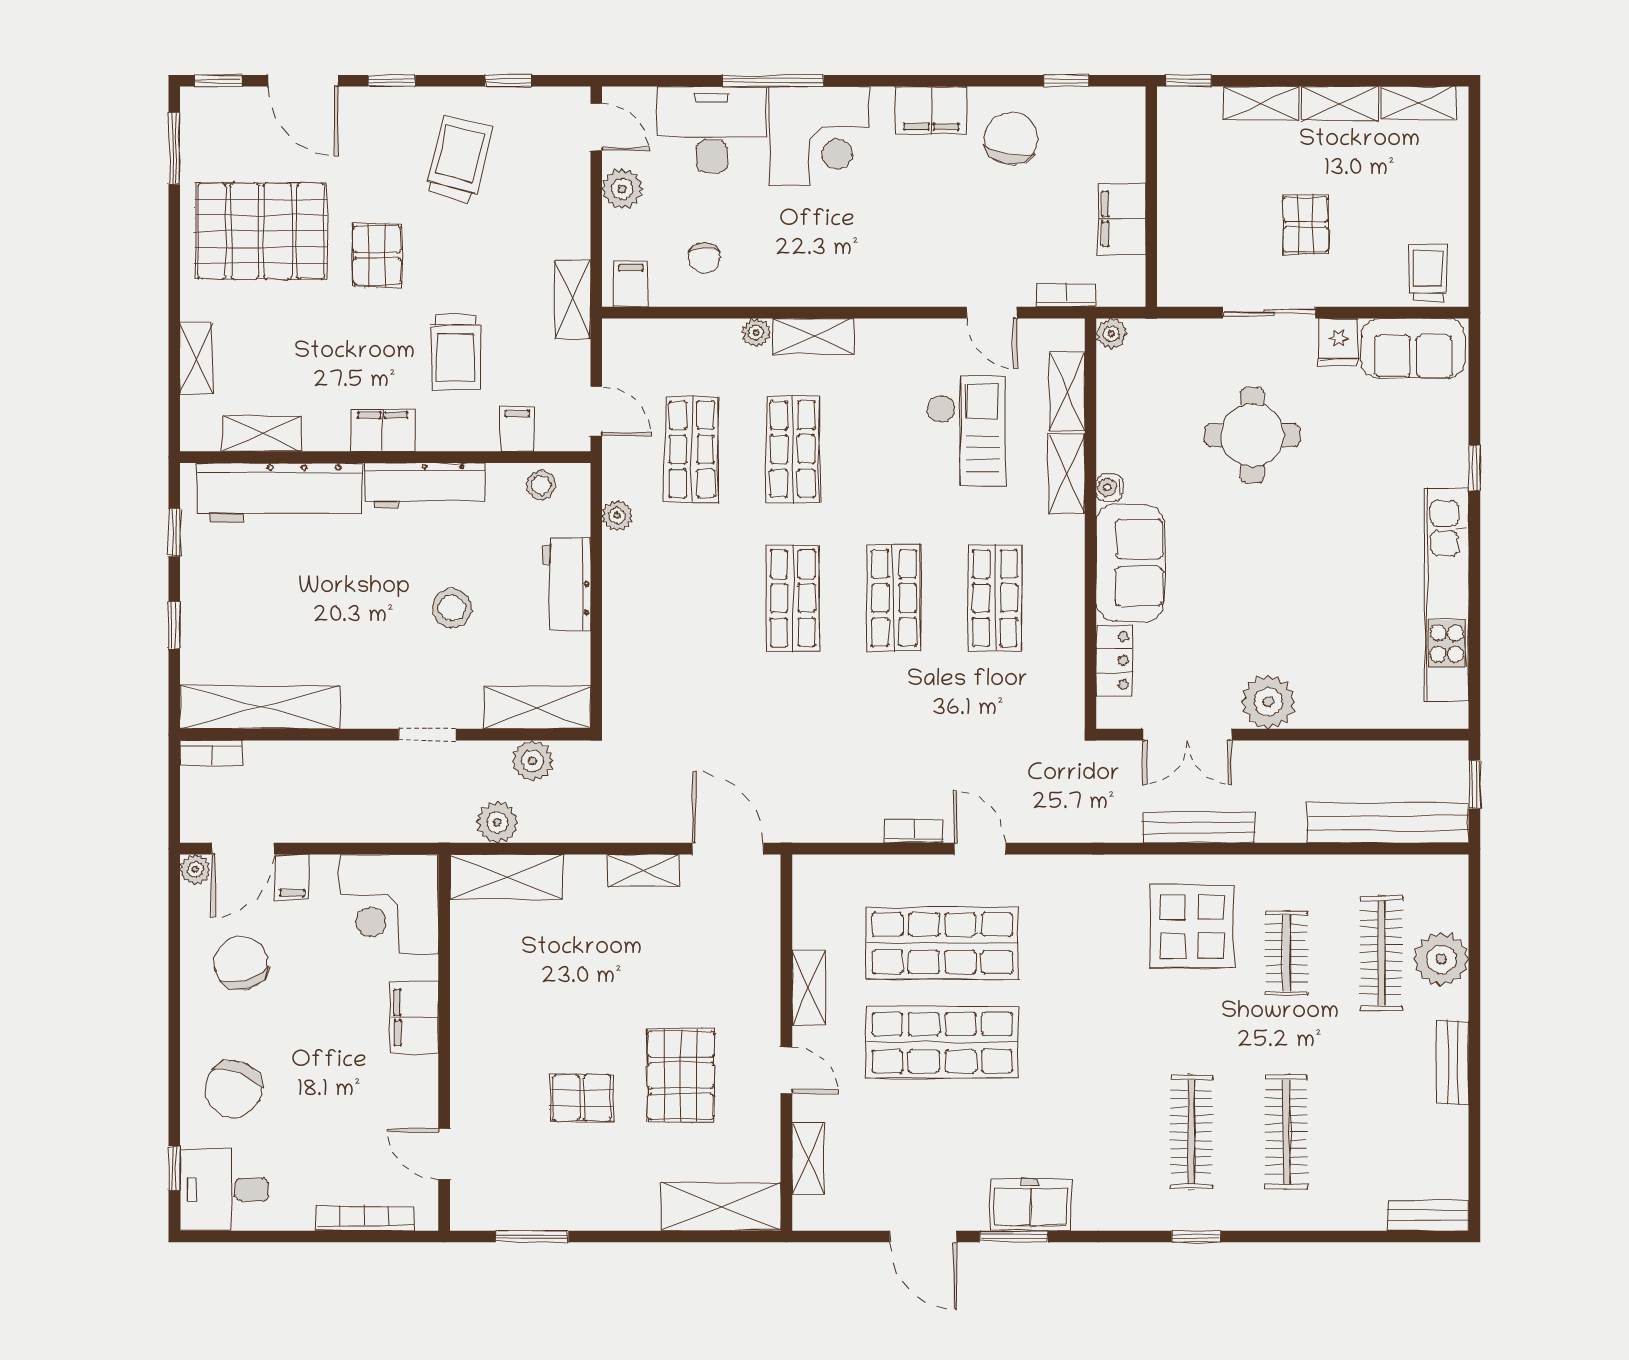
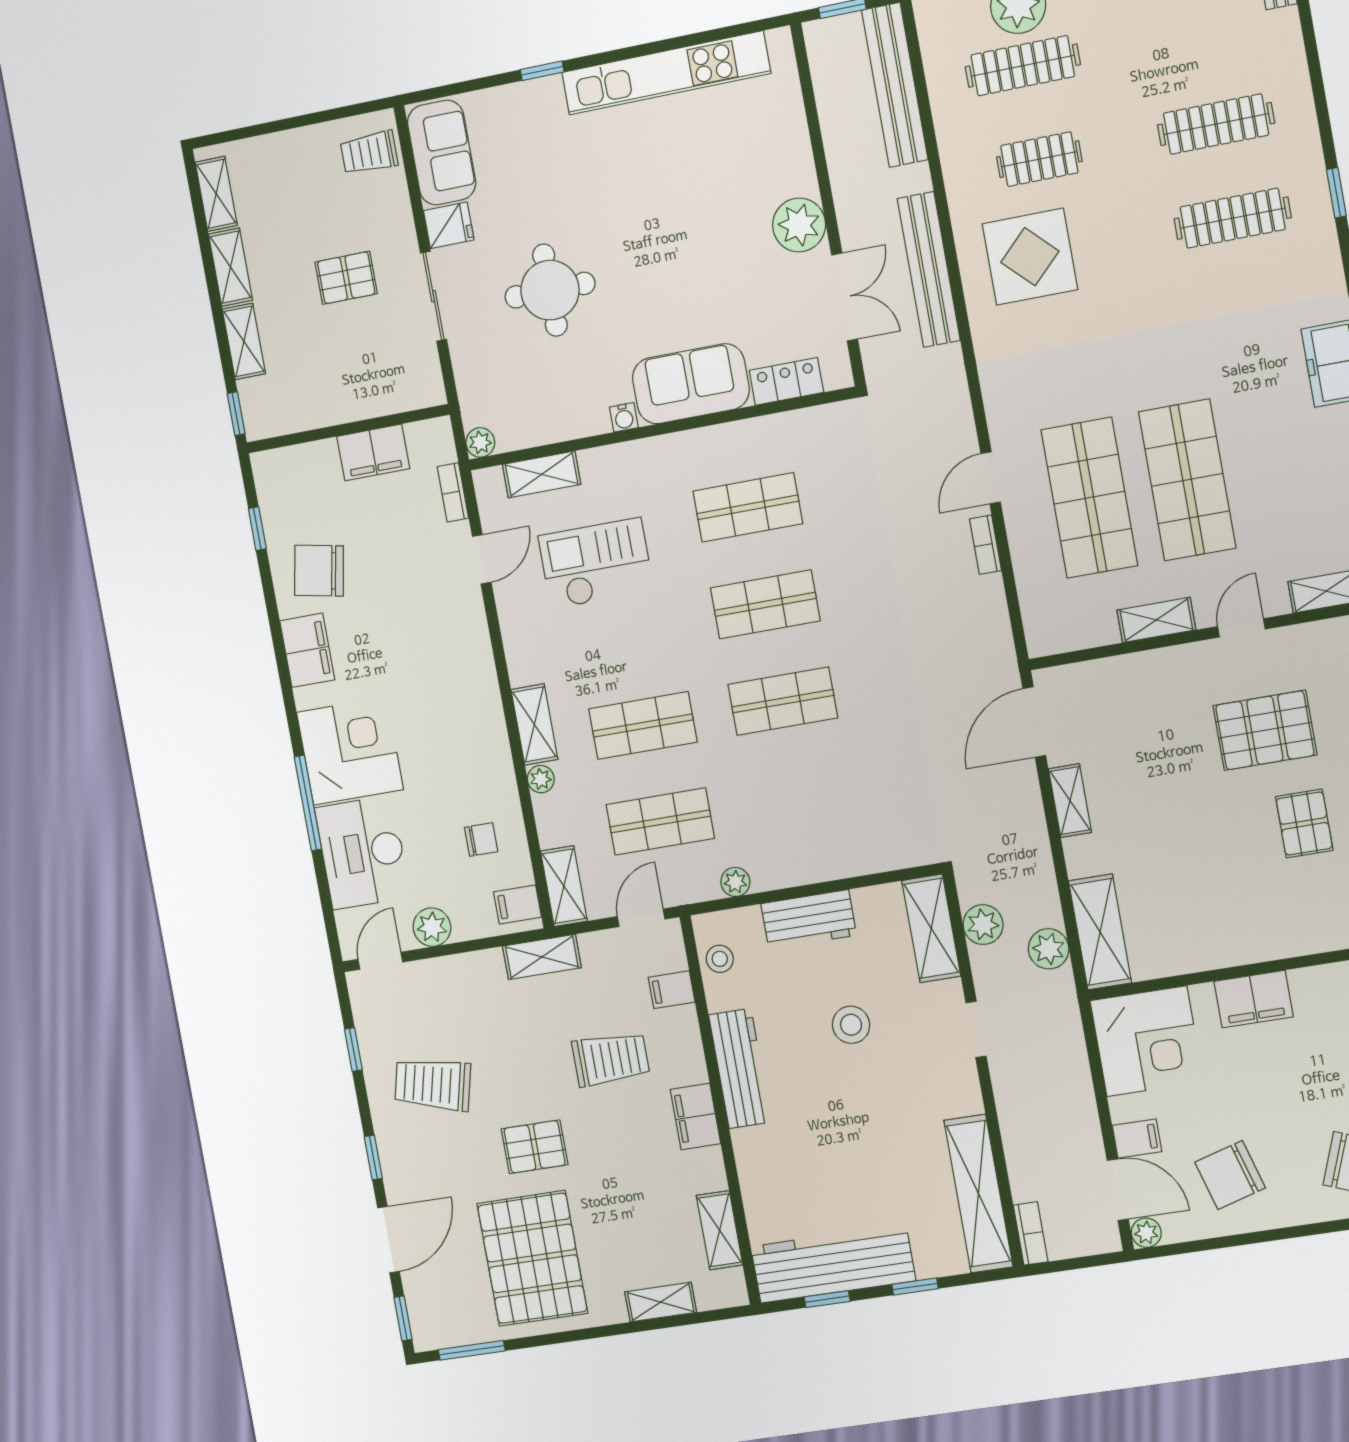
shelving: (1067, 474) -> (564, 886), moved, turned 90
workbench: (279, 493) -> (833, 1264), moved, turned -90
bench: (1199, 827) -> (929, 269), width x1.37, depth x1.21

